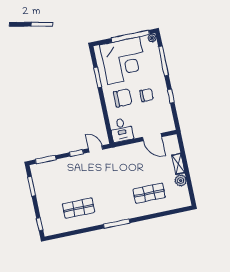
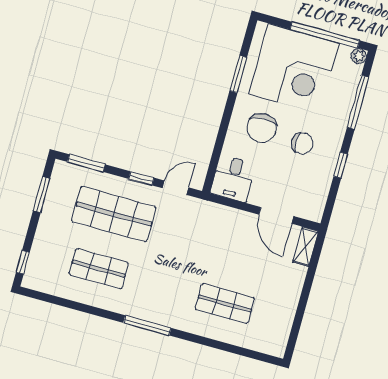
chair: (123, 98) -> (262, 128), turned 90
door: (96, 149) -> (175, 188), hinge flipped
shelving: (178, 164) -> (306, 247), moved
shop shelf: (72, 177) -> (114, 214), added
plant: (181, 181) -> (286, 309), removed

